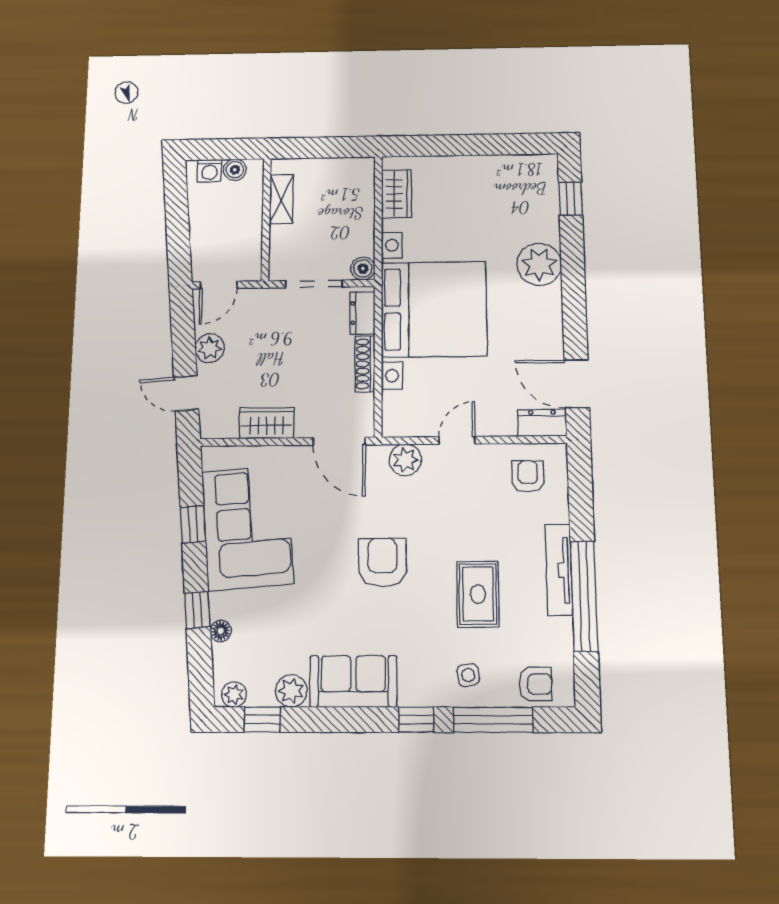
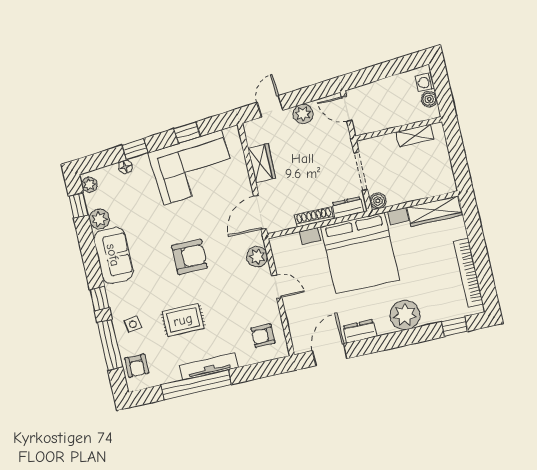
bookcase: (496, 165) -> (468, 273), added
wardrobe: (396, 194) -> (434, 211), width x1.50
dresser: (542, 423) -> (360, 331), moved, turned -90
armchair: (528, 477) -> (263, 336), turned 180

